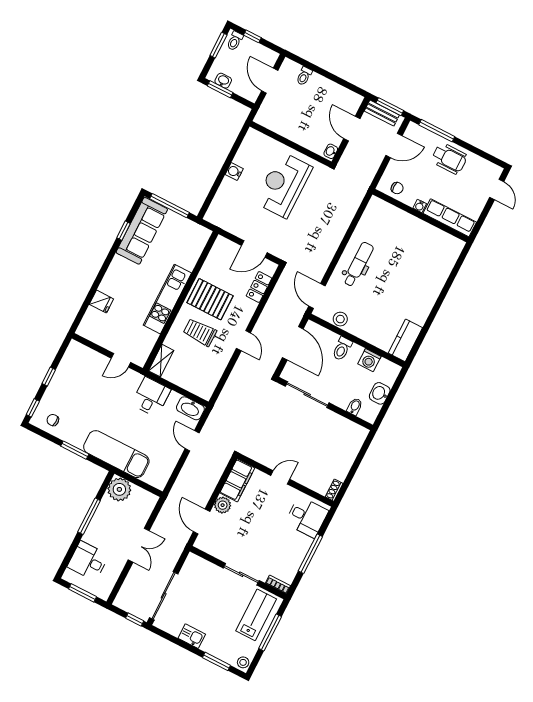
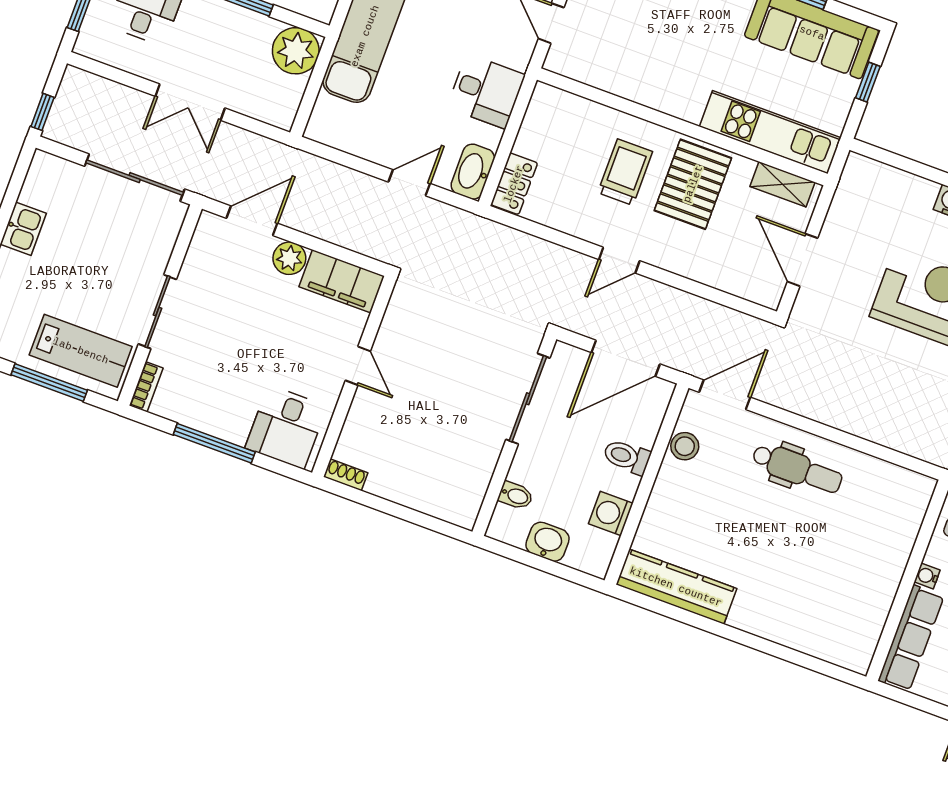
window: (170, 206) -> (868, 82), width x0.46
locker: (259, 287) -> (514, 184), moved, turned 90
kitchen unit: (167, 299) -> (770, 132), moved
kitchen counter: (405, 340) -> (676, 587), width x1.50
shelving: (161, 361) -> (783, 184), moved
sliding door: (164, 596) -> (135, 178), moved

